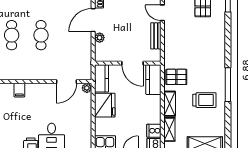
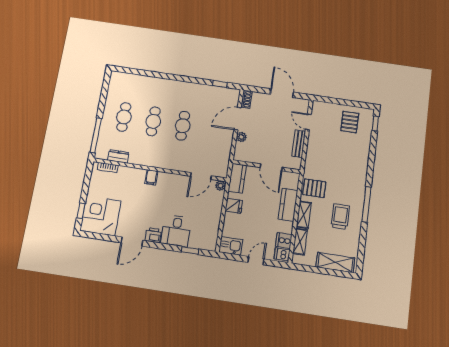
kitchen counter: (153, 80) -> (288, 205), moved
trolley: (204, 100) -> (340, 216), turned -90
fridge: (105, 105) -> (234, 206), width x0.53, depth x0.75

